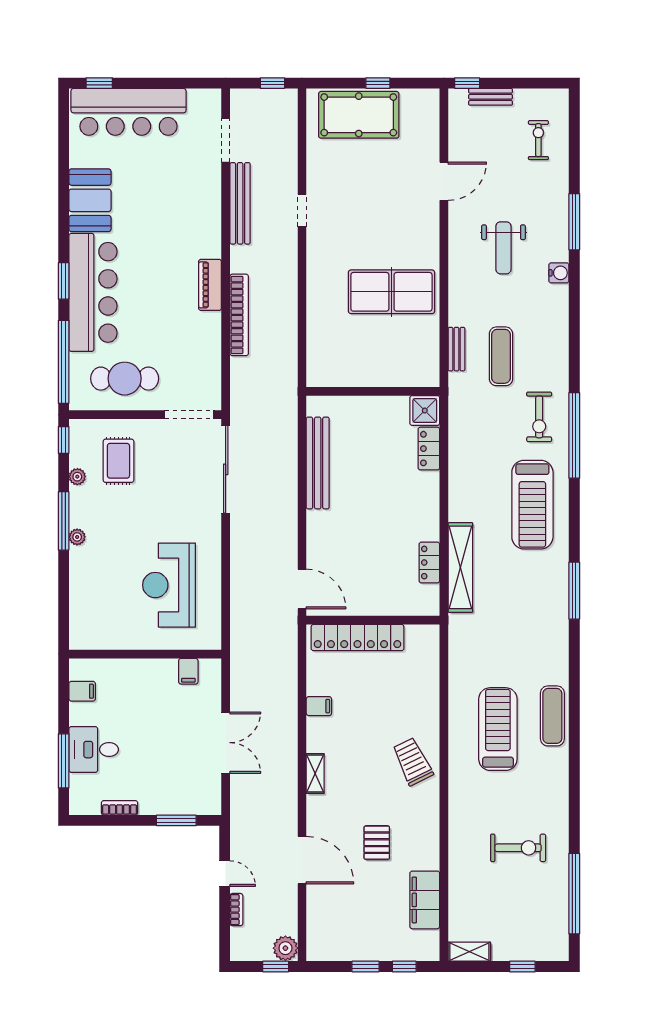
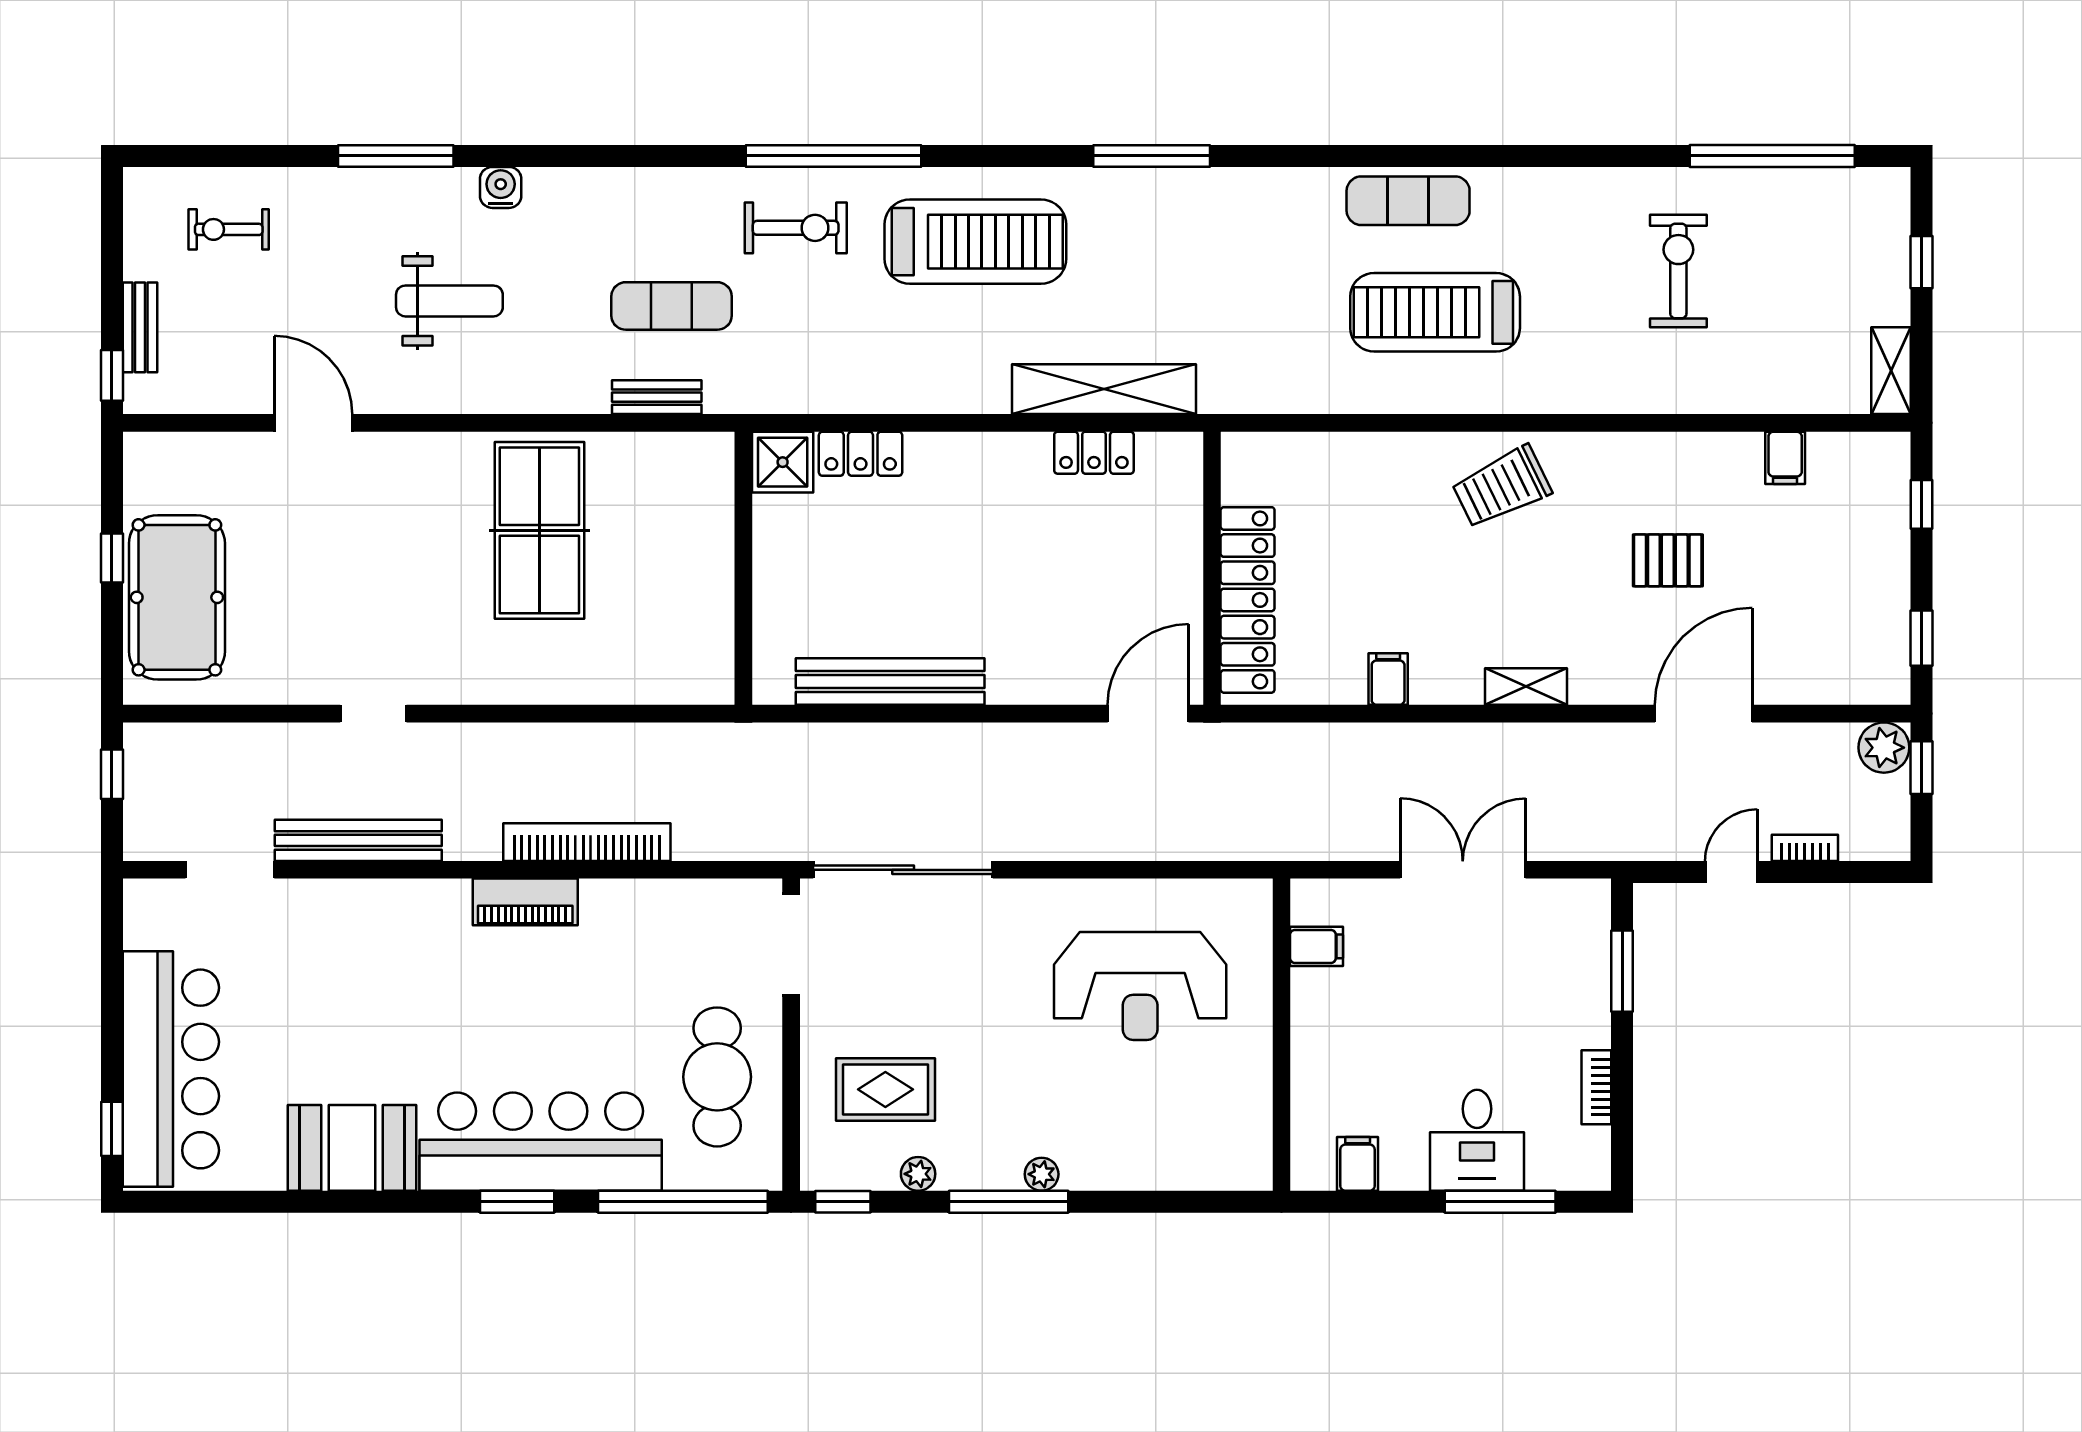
filing cabinet: (425, 900) -> (1785, 458), width x0.33, depth x0.86
window: (366, 967) -> (1921, 638), moved

